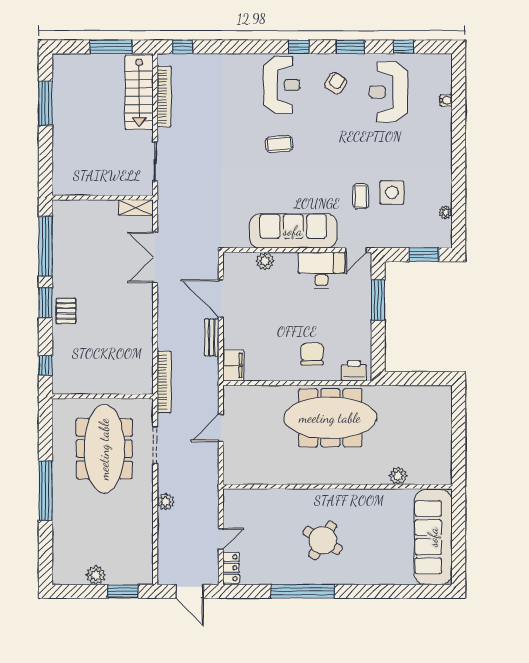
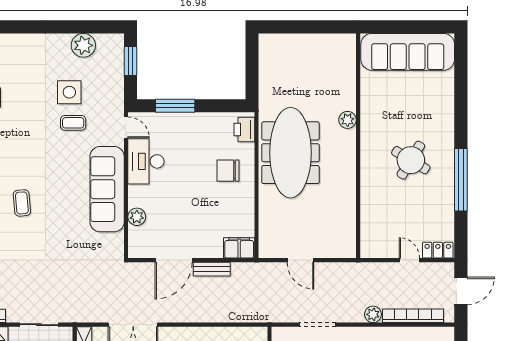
plant: (445, 212) -> (83, 45), width x1.87, depth x1.87
bookcase: (164, 382) -> (413, 316), moved
plant: (398, 476) -> (348, 120), moved

